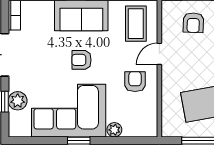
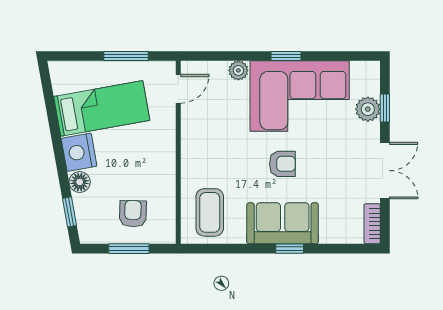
door: (159, 54) -> (178, 89), moved
armchair: (135, 82) -> (211, 135), removed

